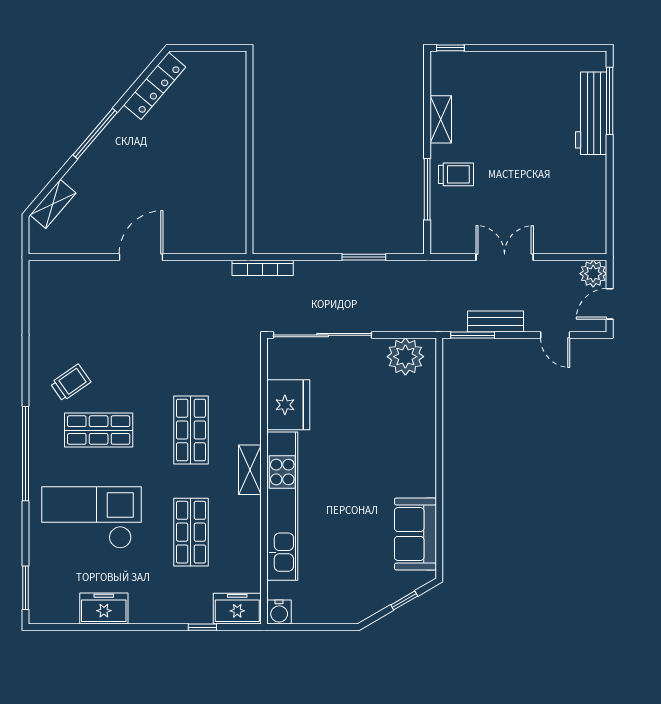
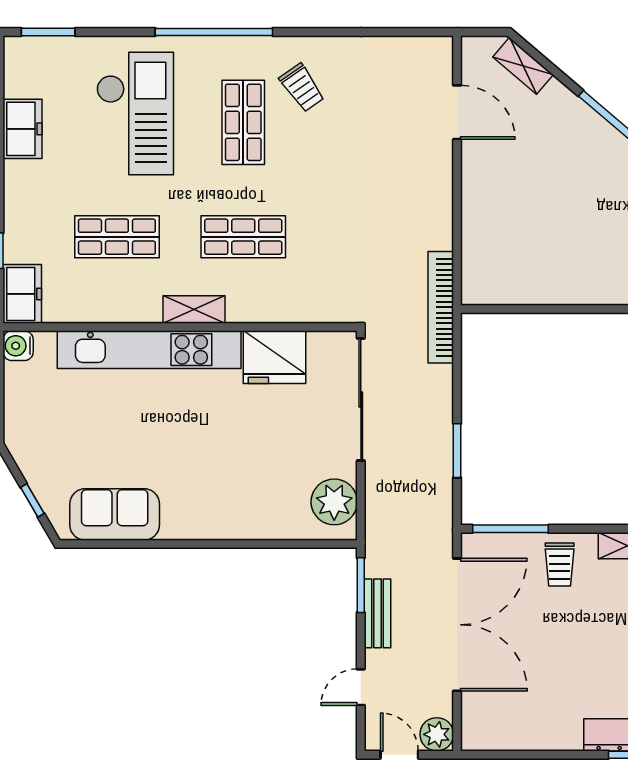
window: (427, 189) -> (510, 529), moved
door: (141, 257) -> (457, 112), moved
double door: (505, 257) -> (457, 625), width x1.87
bookcase: (263, 268) -> (441, 307), width x1.48, depth x1.31

